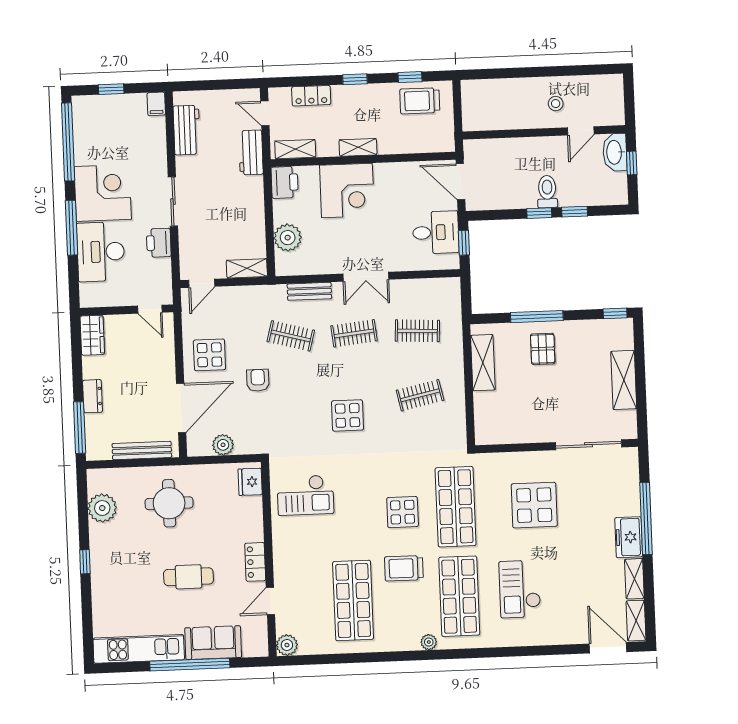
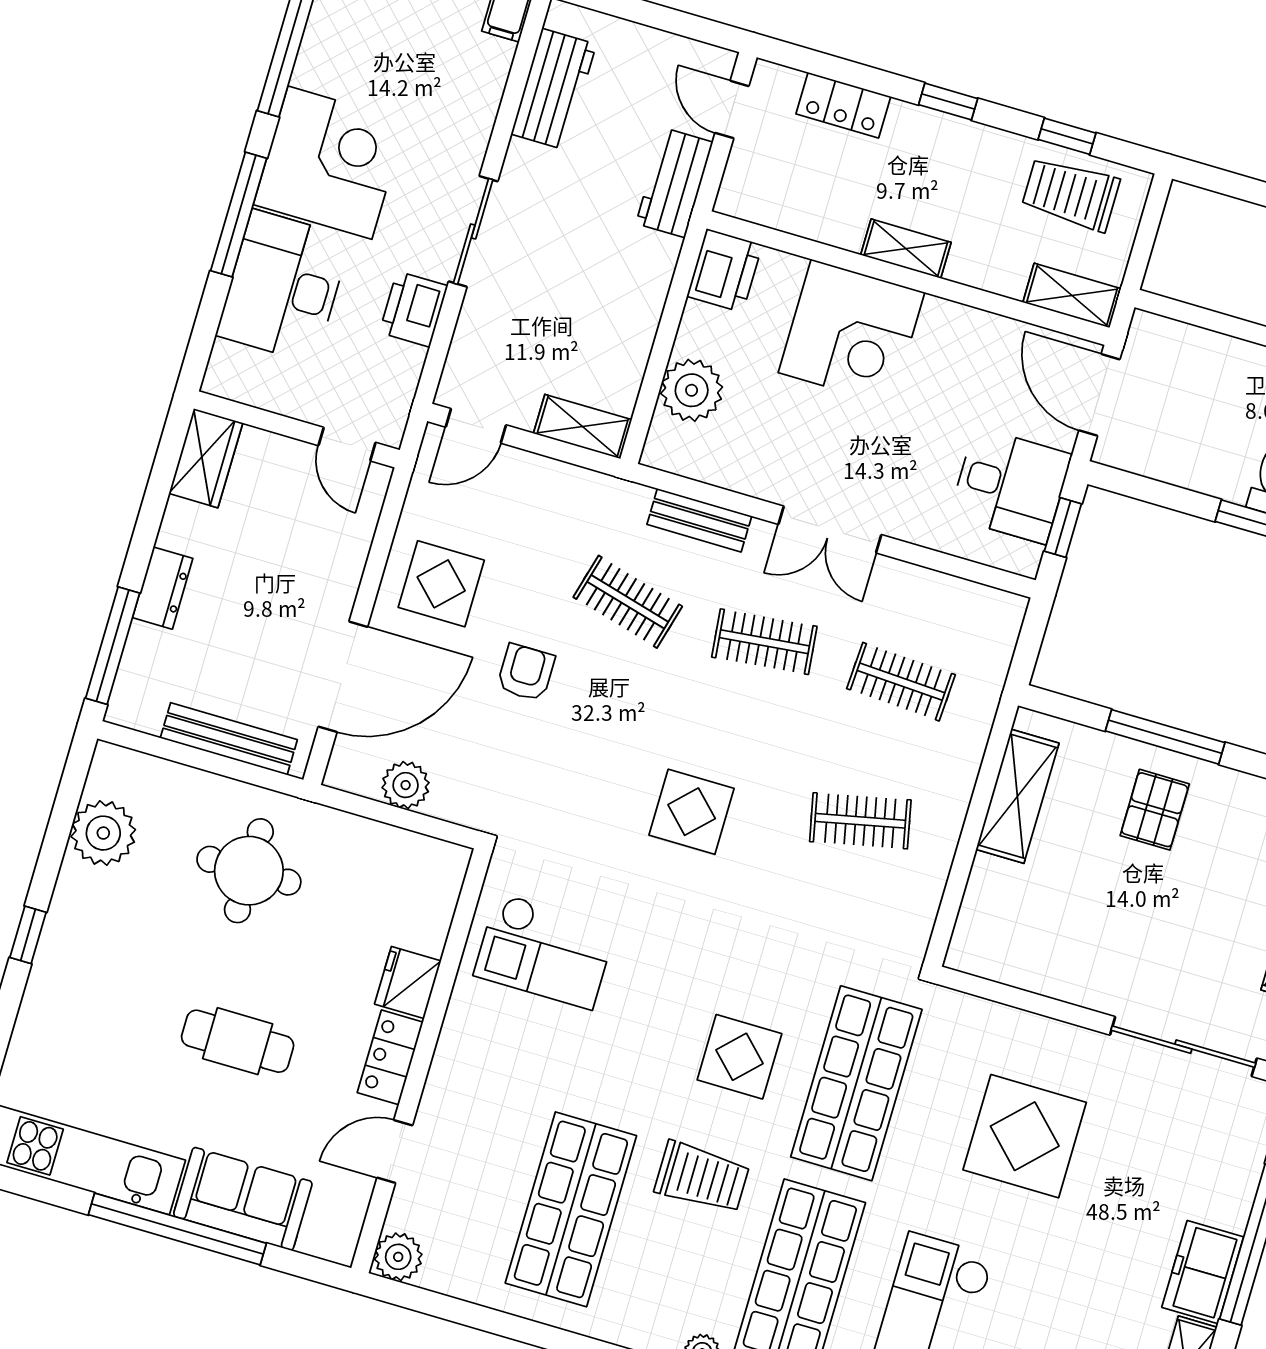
shelving: (295, 149) -> (1072, 295), moved
fridge: (250, 482) -> (408, 982), moved
trolley: (404, 568) -> (702, 1177), turned 180

